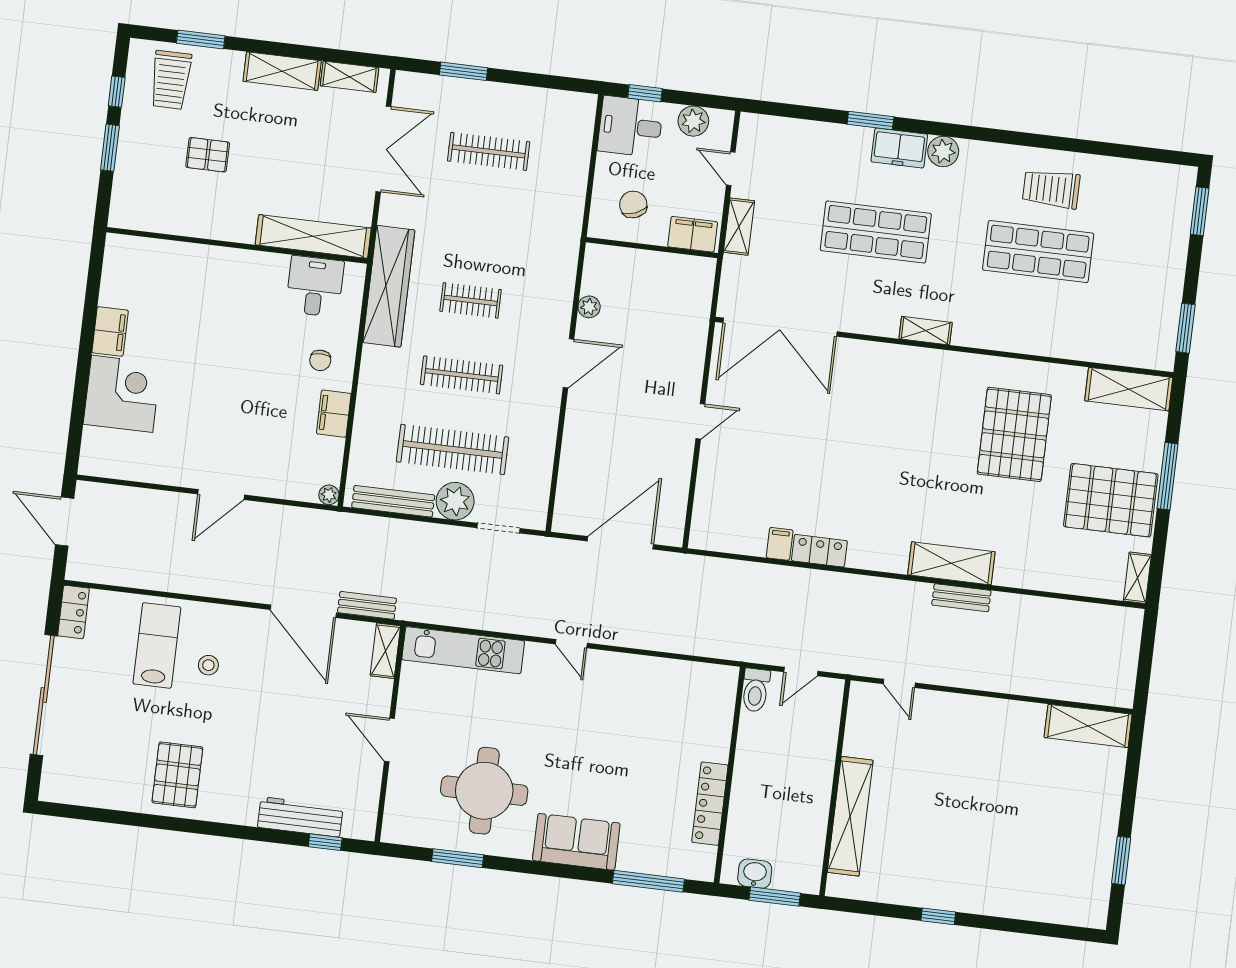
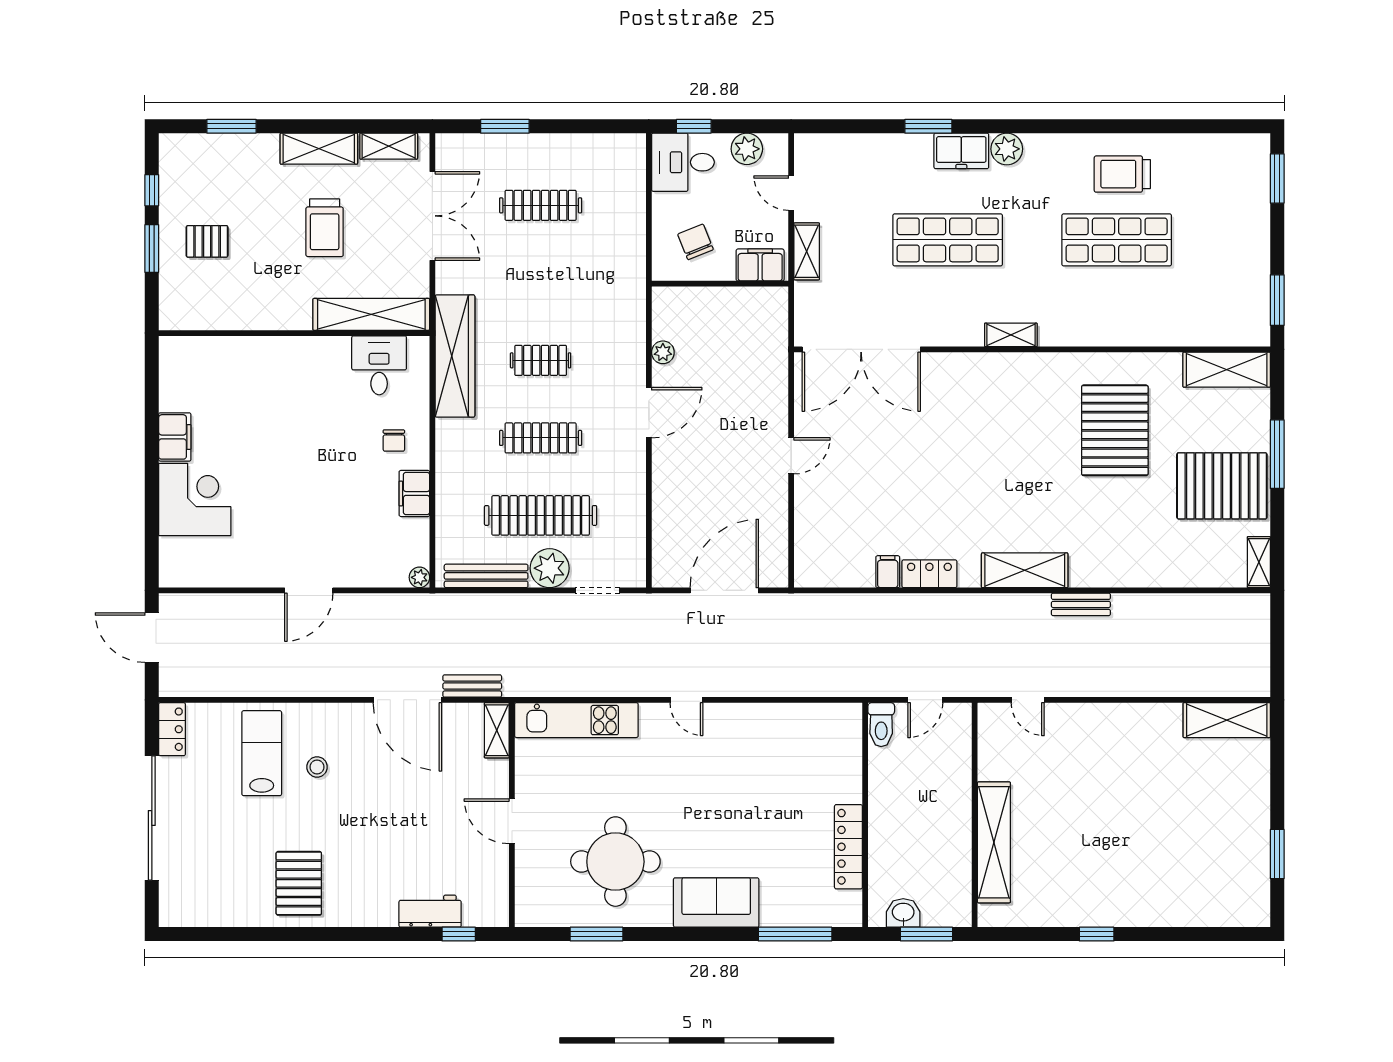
trolley: (171, 80) -> (325, 228), moved
pallet: (208, 155) -> (207, 241), moved
shelving: (951, 563) -> (1025, 570), moved
workbench: (300, 817) -> (430, 911), width x0.73

